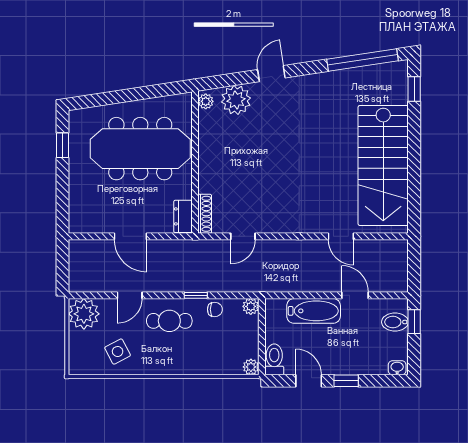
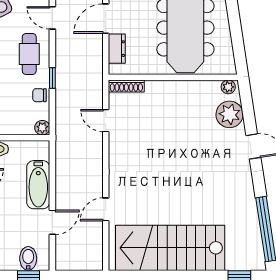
dresser: (183, 216) -> (117, 49), moved, turned 90
chair: (215, 309) -> (40, 95), turned 90

